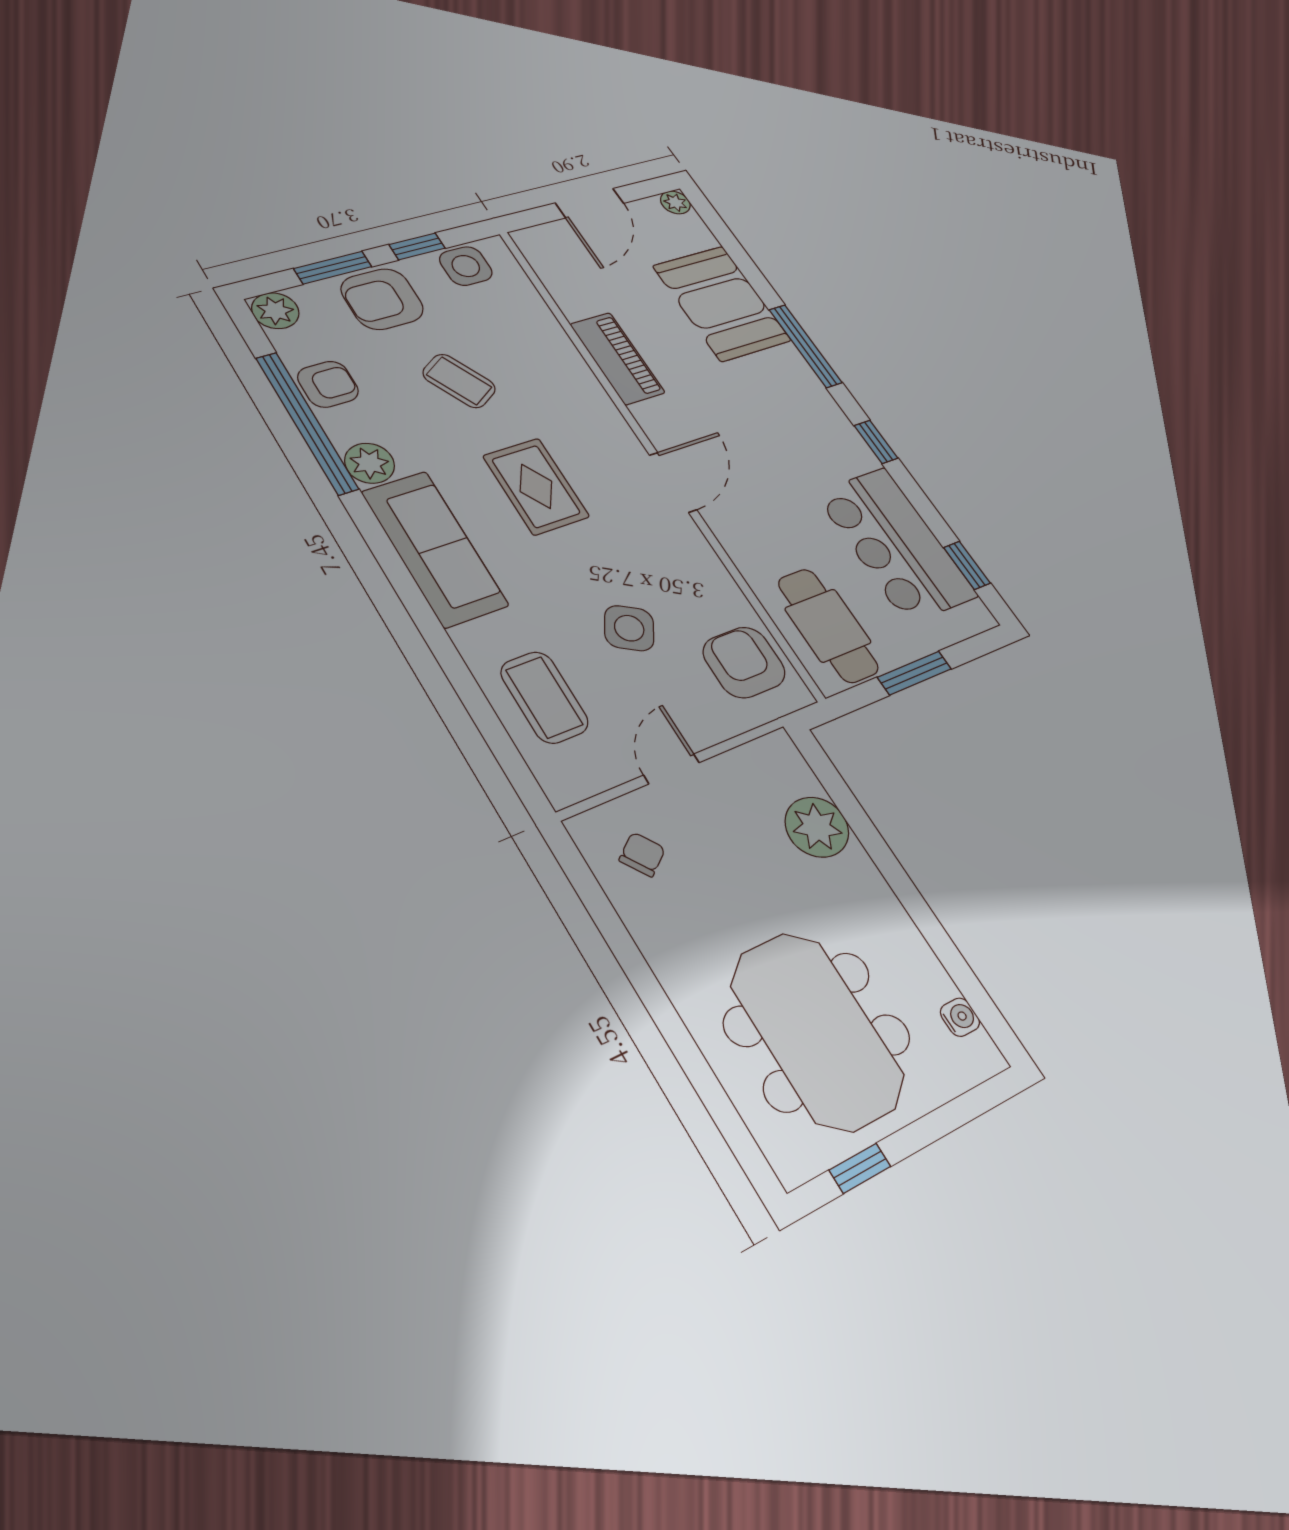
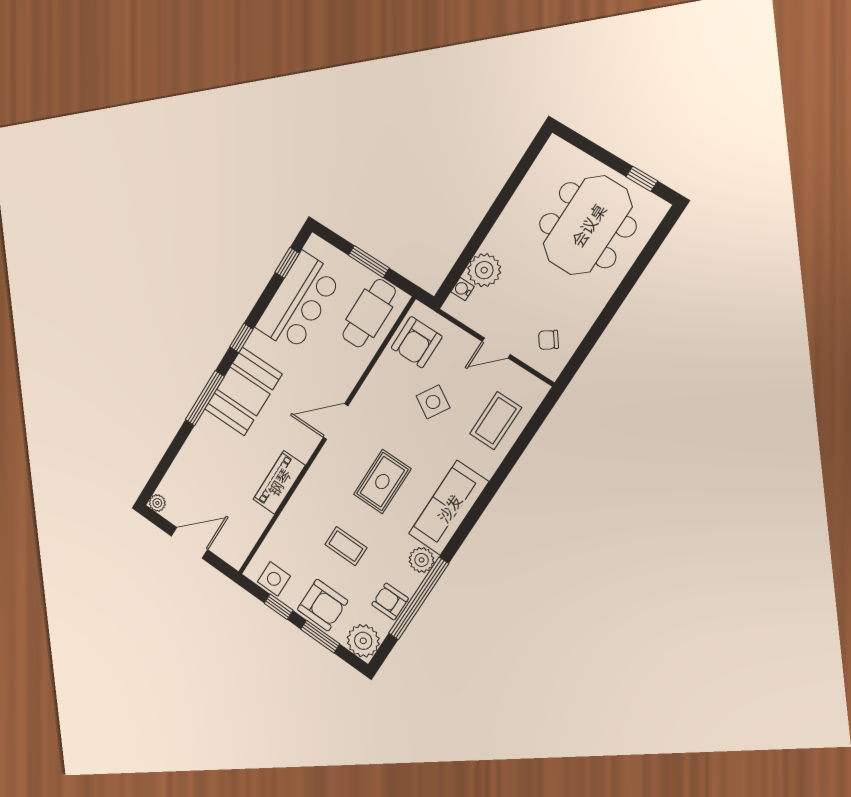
booth: (722, 303) -> (243, 391), moved
plant: (275, 311) -> (363, 641), width x1.36, depth x1.36
coffee table: (459, 381) -> (346, 546), turned -60
water cooler: (960, 1017) -> (463, 289), moved

